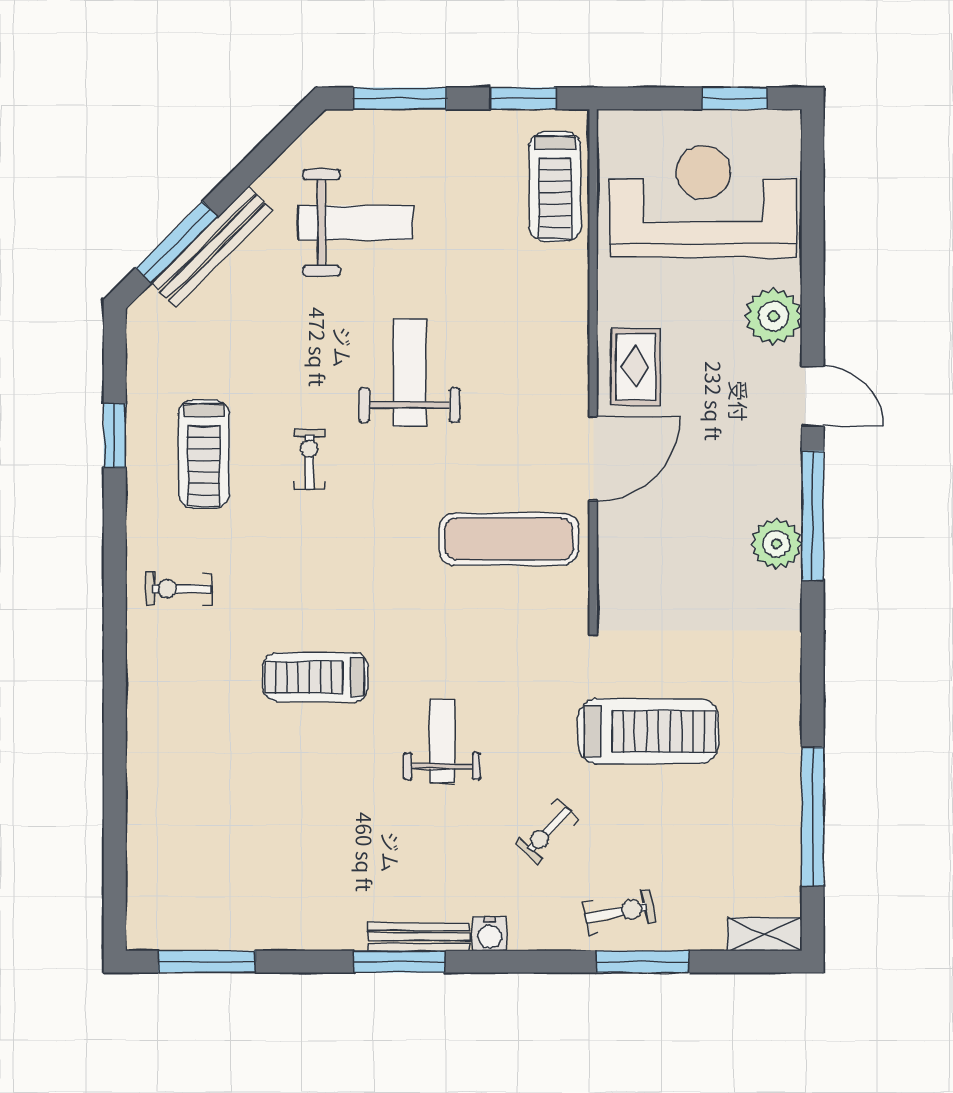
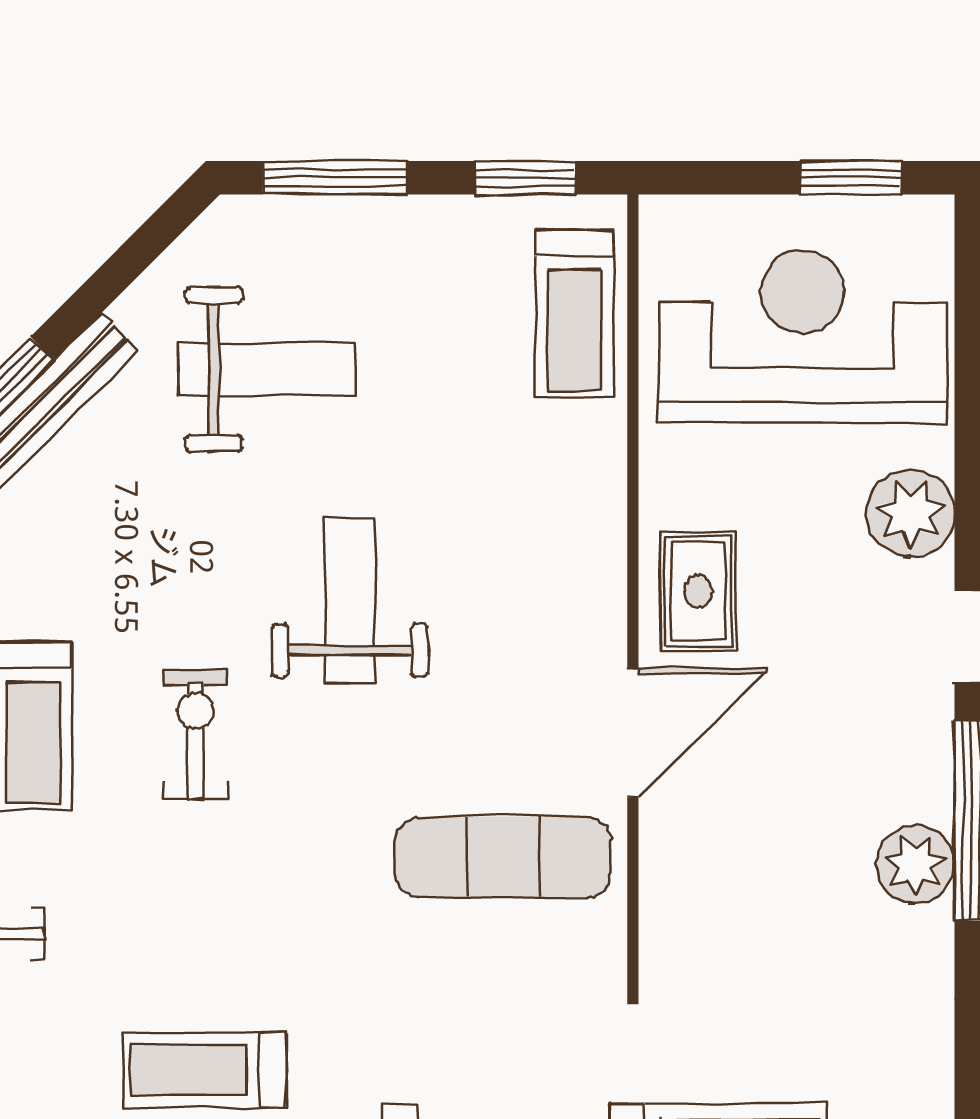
exercise bike: (309, 459) -> (196, 734), width x1.38, depth x1.39

